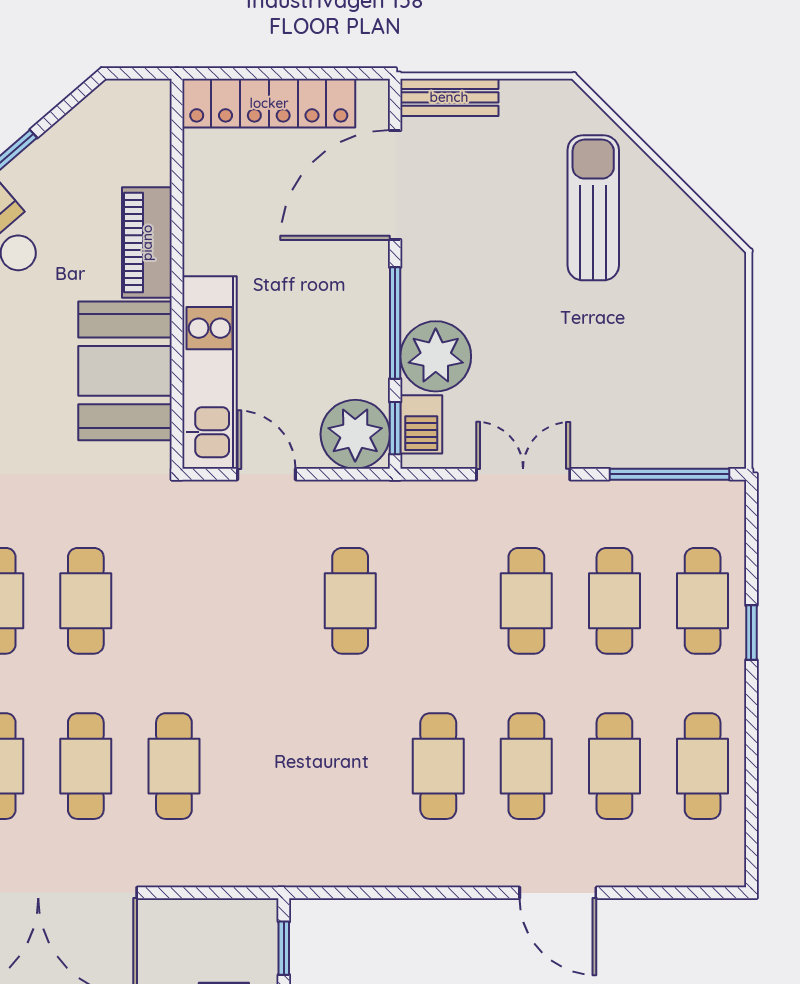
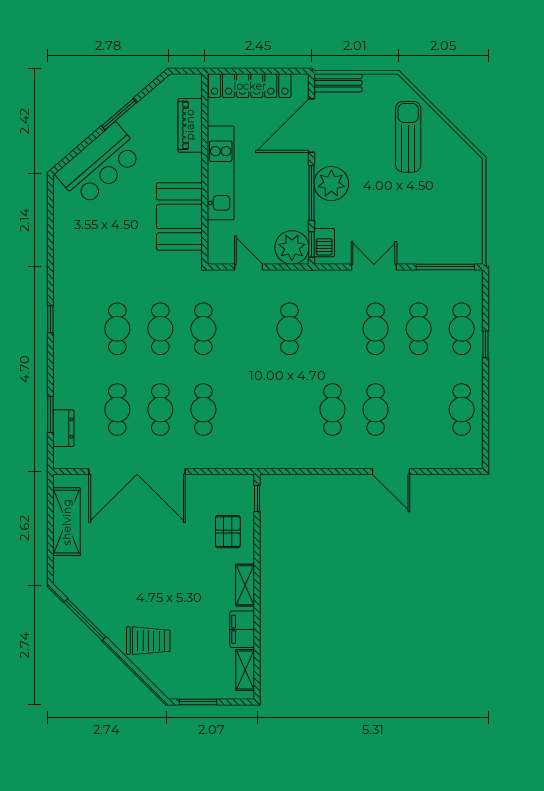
piano: (147, 243) -> (190, 125), moved
plant: (436, 356) -> (331, 184), moved
kitchen unit: (209, 372) -> (221, 173), moved
cafe table: (614, 766) -> (203, 329), moved

